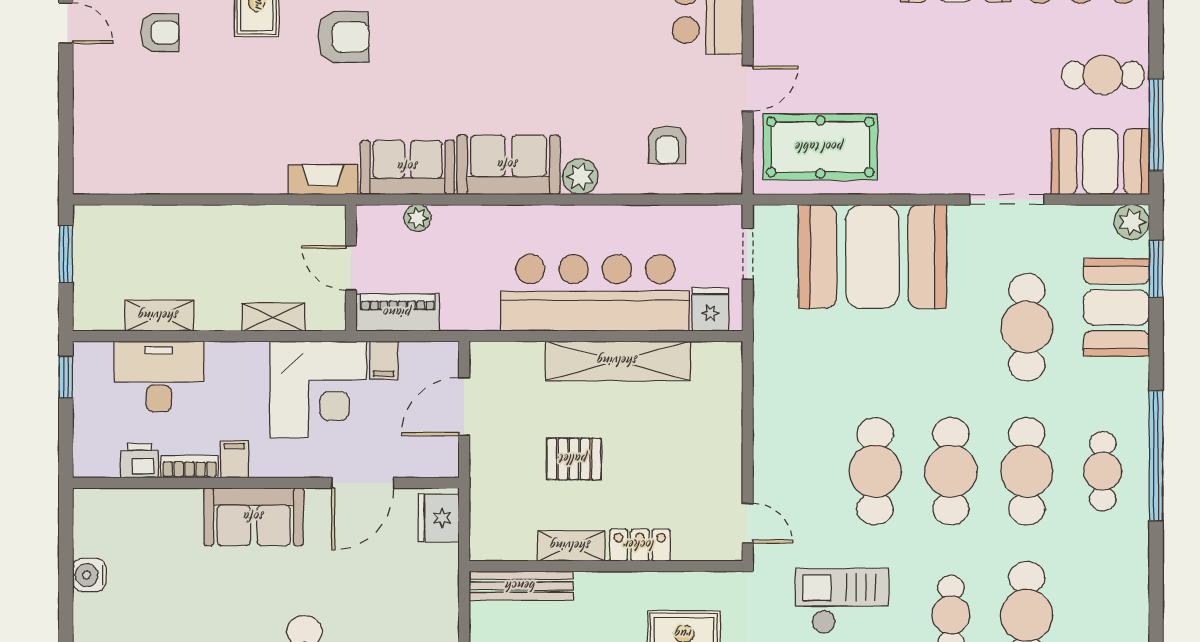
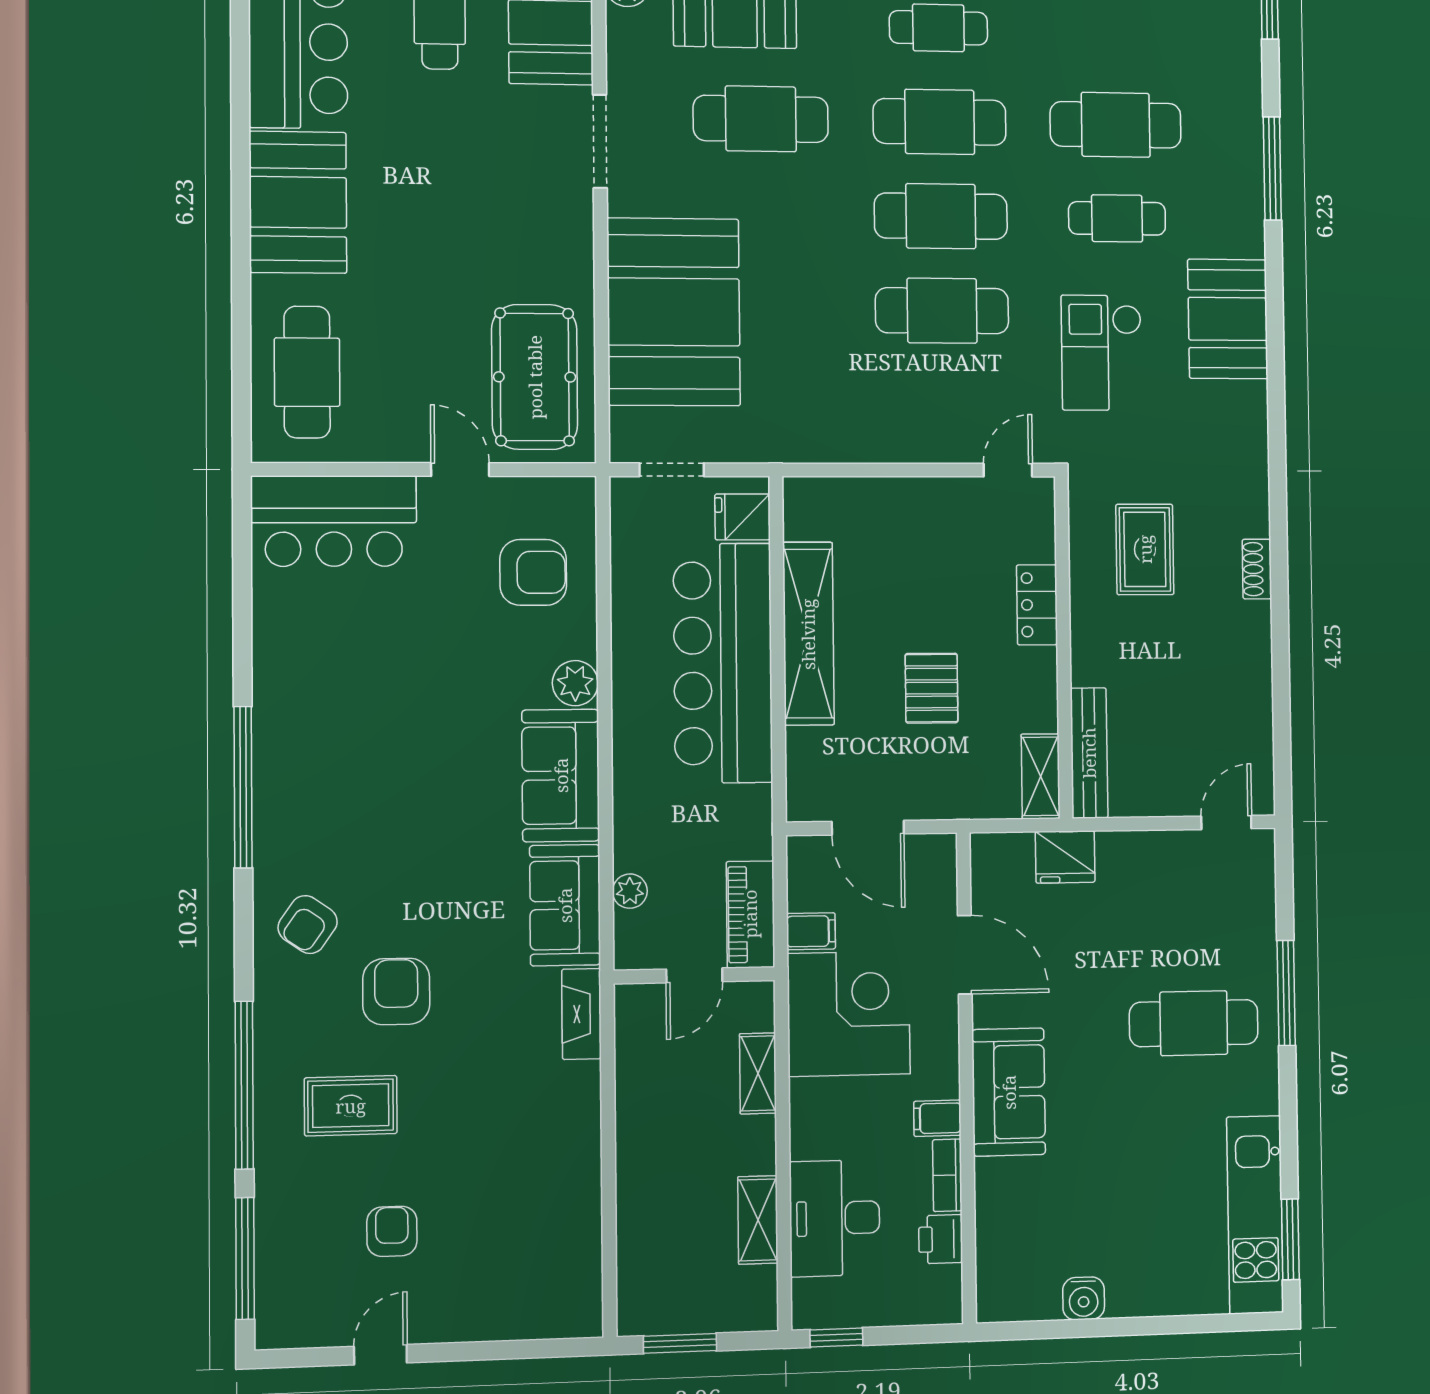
armchair: (667, 145) -> (533, 572), width x1.38, depth x1.38
fridge: (439, 518) -> (1065, 857), moved
shelving: (571, 546) -> (1041, 776), moved

